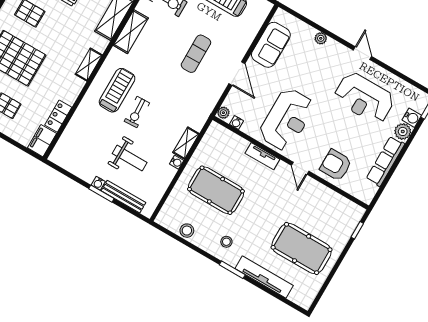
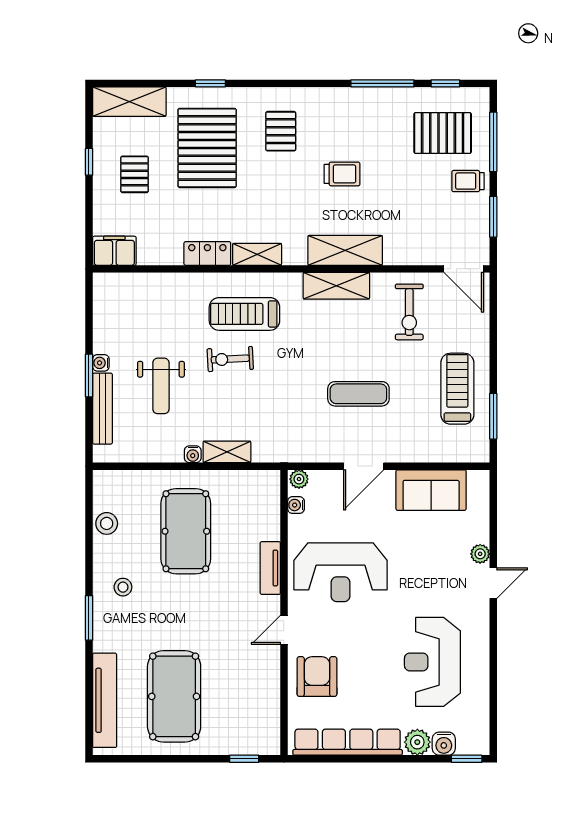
door: (362, 53) -> (493, 583), moved
treadmill: (117, 90) -> (244, 314), turned 180
locker: (58, 116) -> (207, 253), moved
row of seats: (385, 161) -> (348, 742), width x1.36
tv unit: (264, 277) -> (105, 700), moved

